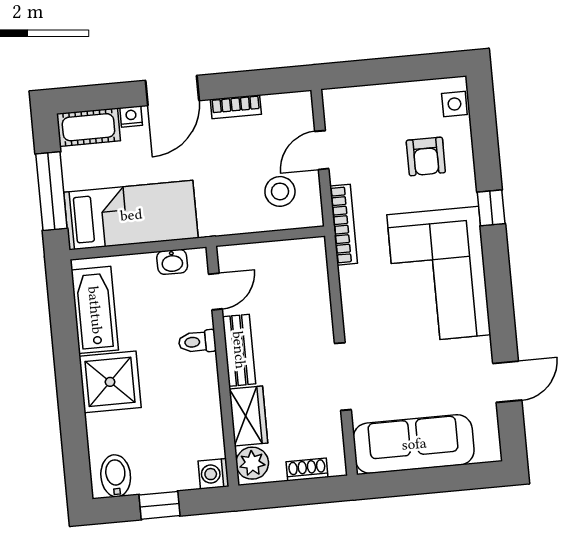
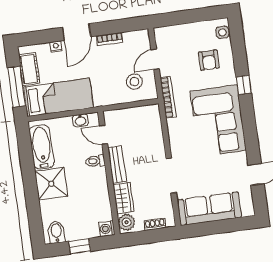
cot: (88, 127) -> (29, 69), moved, turned 90
door: (215, 292) -> (104, 135), swing flipped

